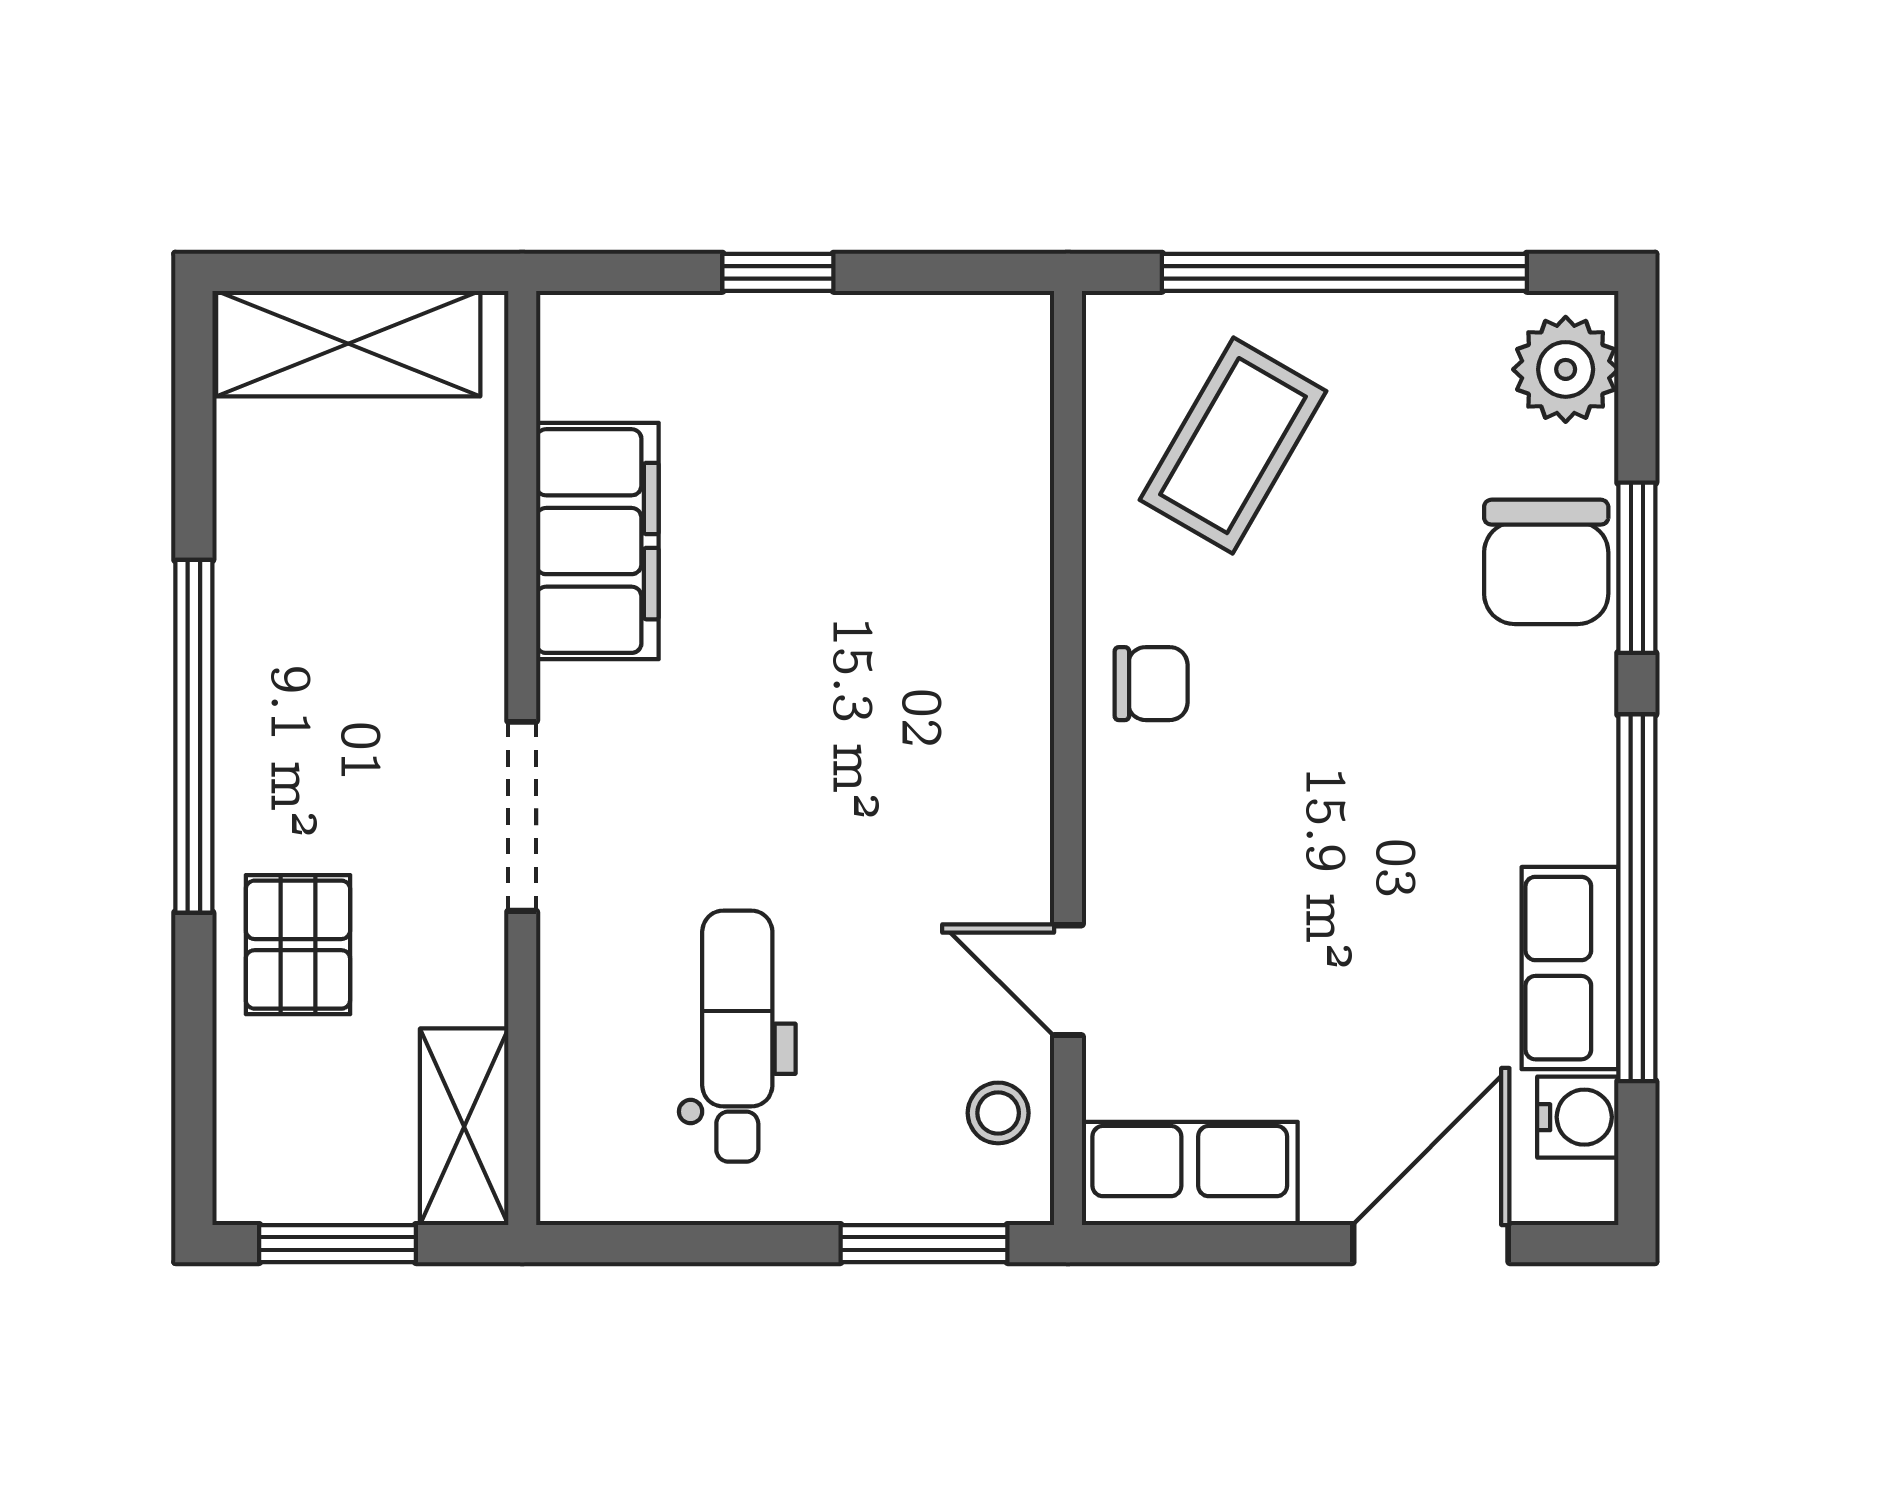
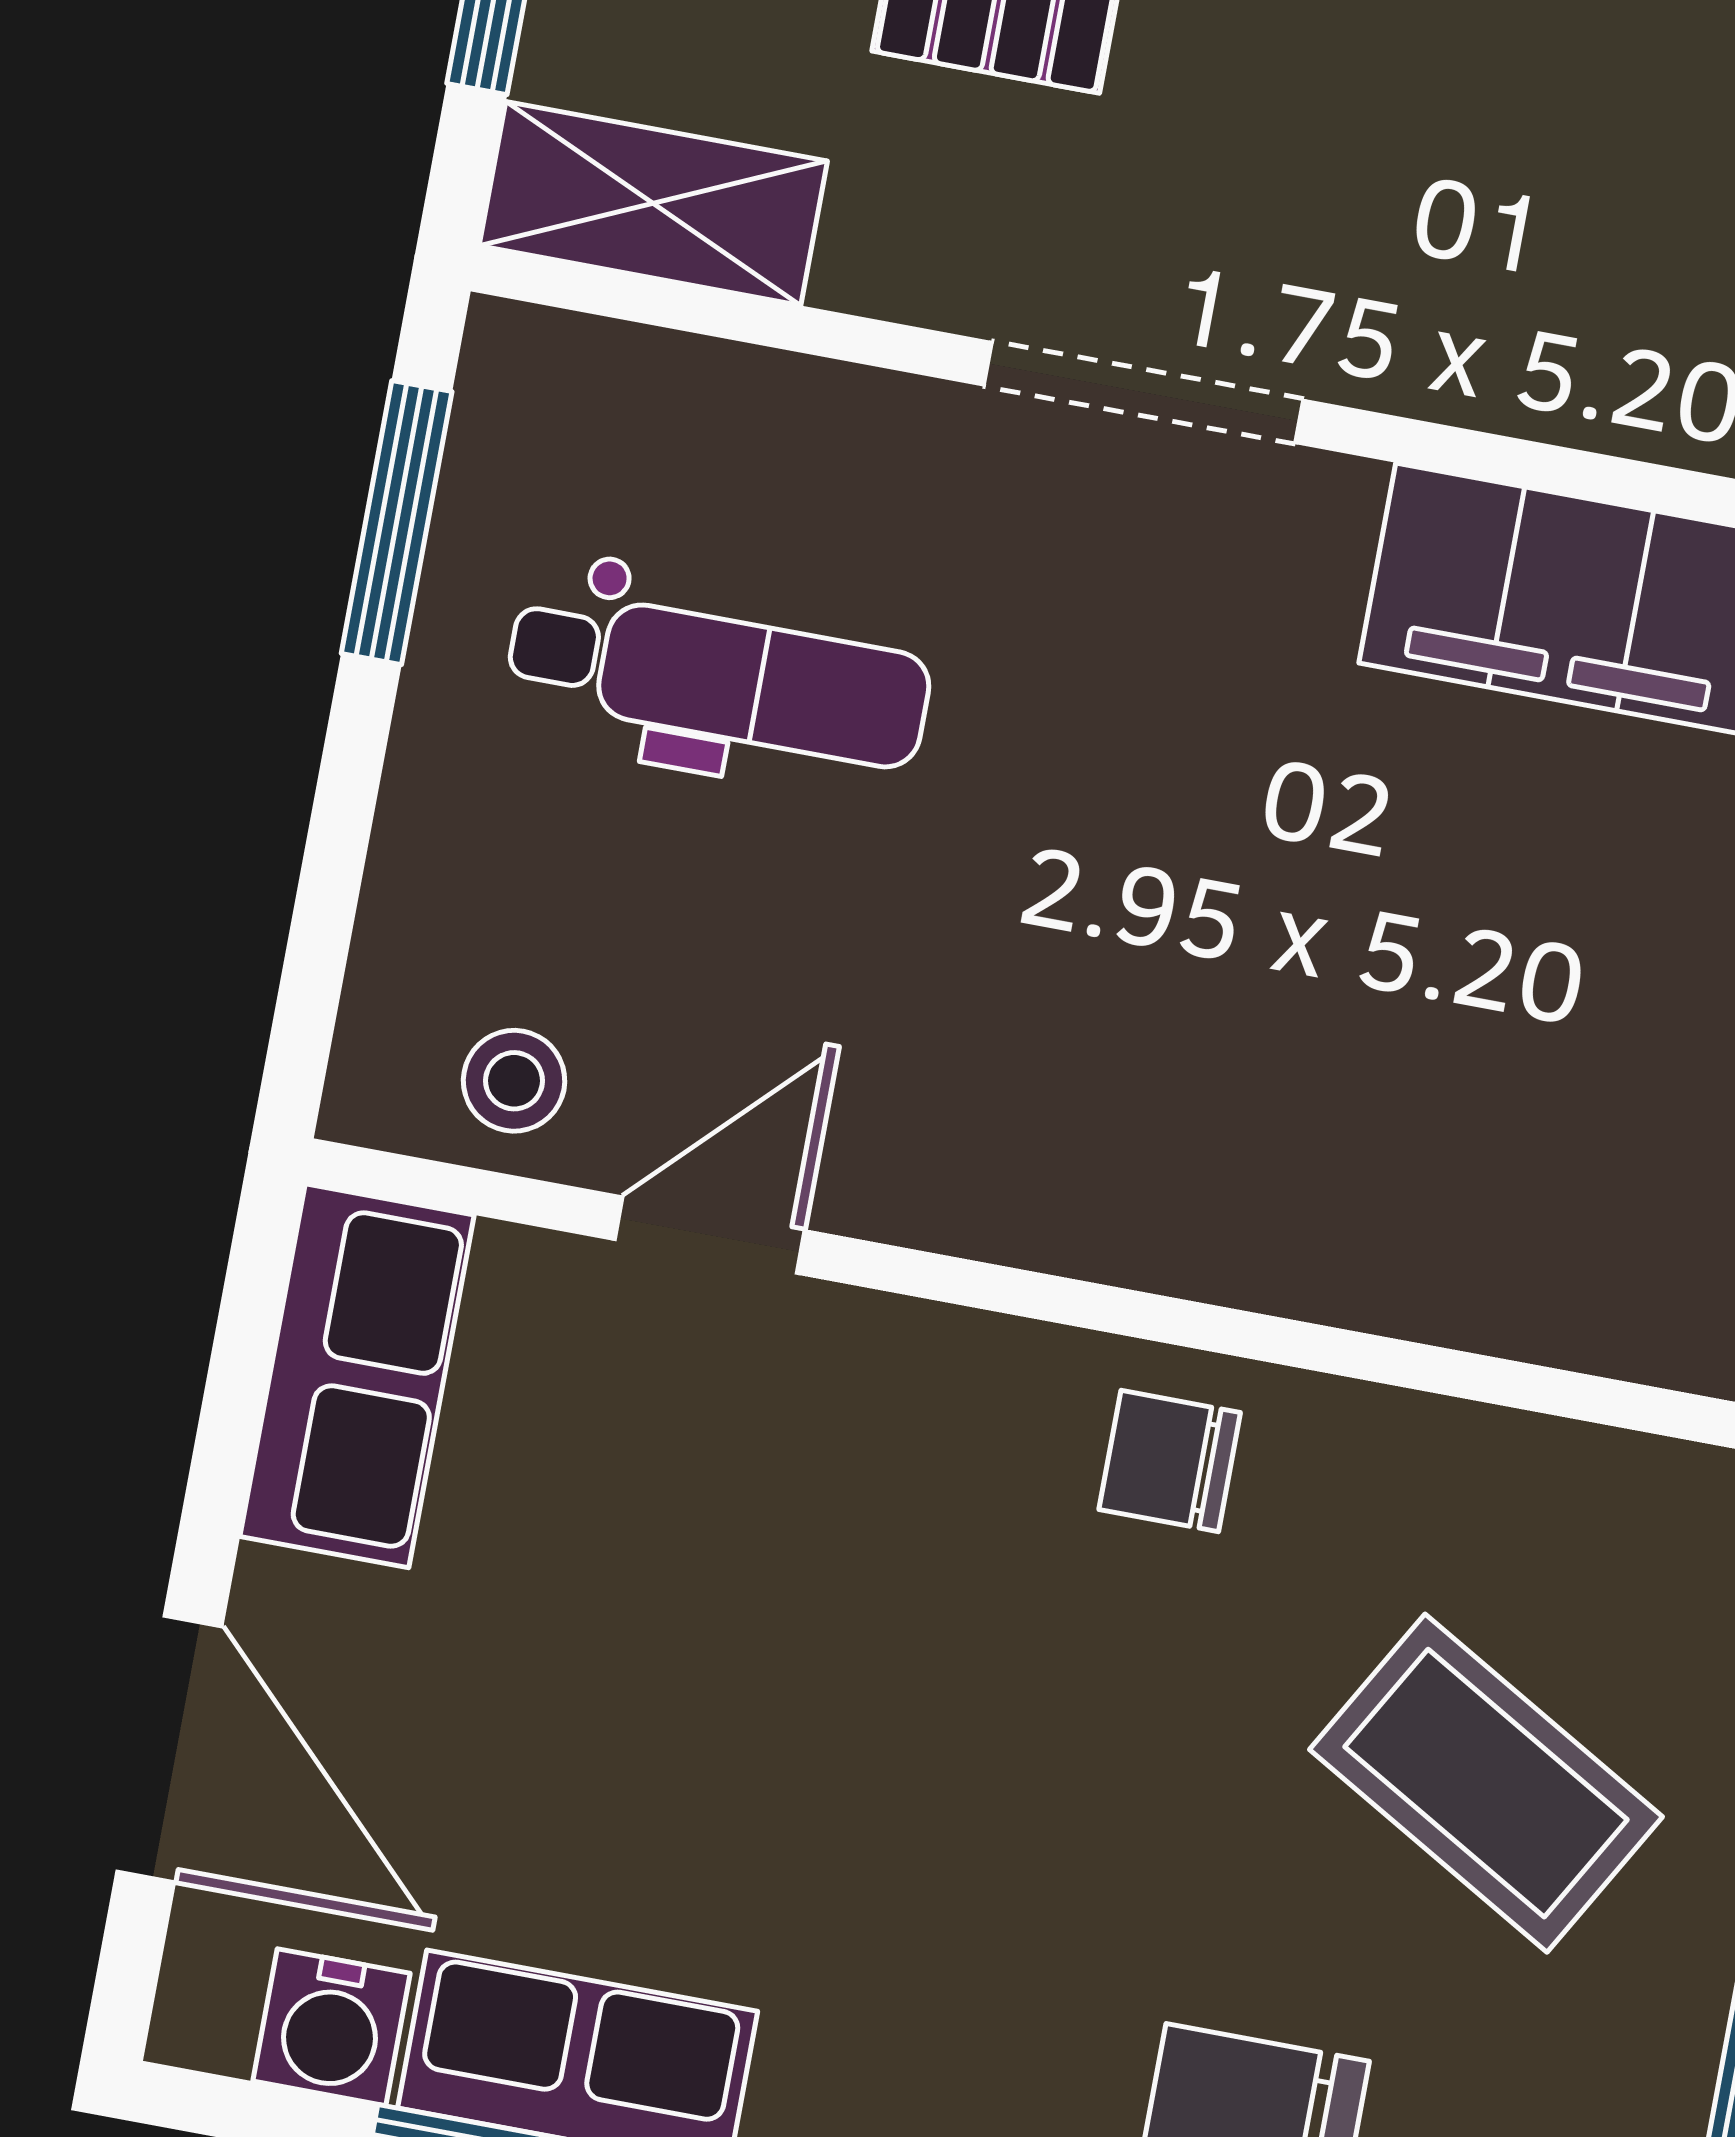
coffee table: (1233, 446) -> (1486, 1783), moved
chair: (1151, 684) -> (1170, 1461), turned 90
window: (924, 1244) -> (397, 523), moved

